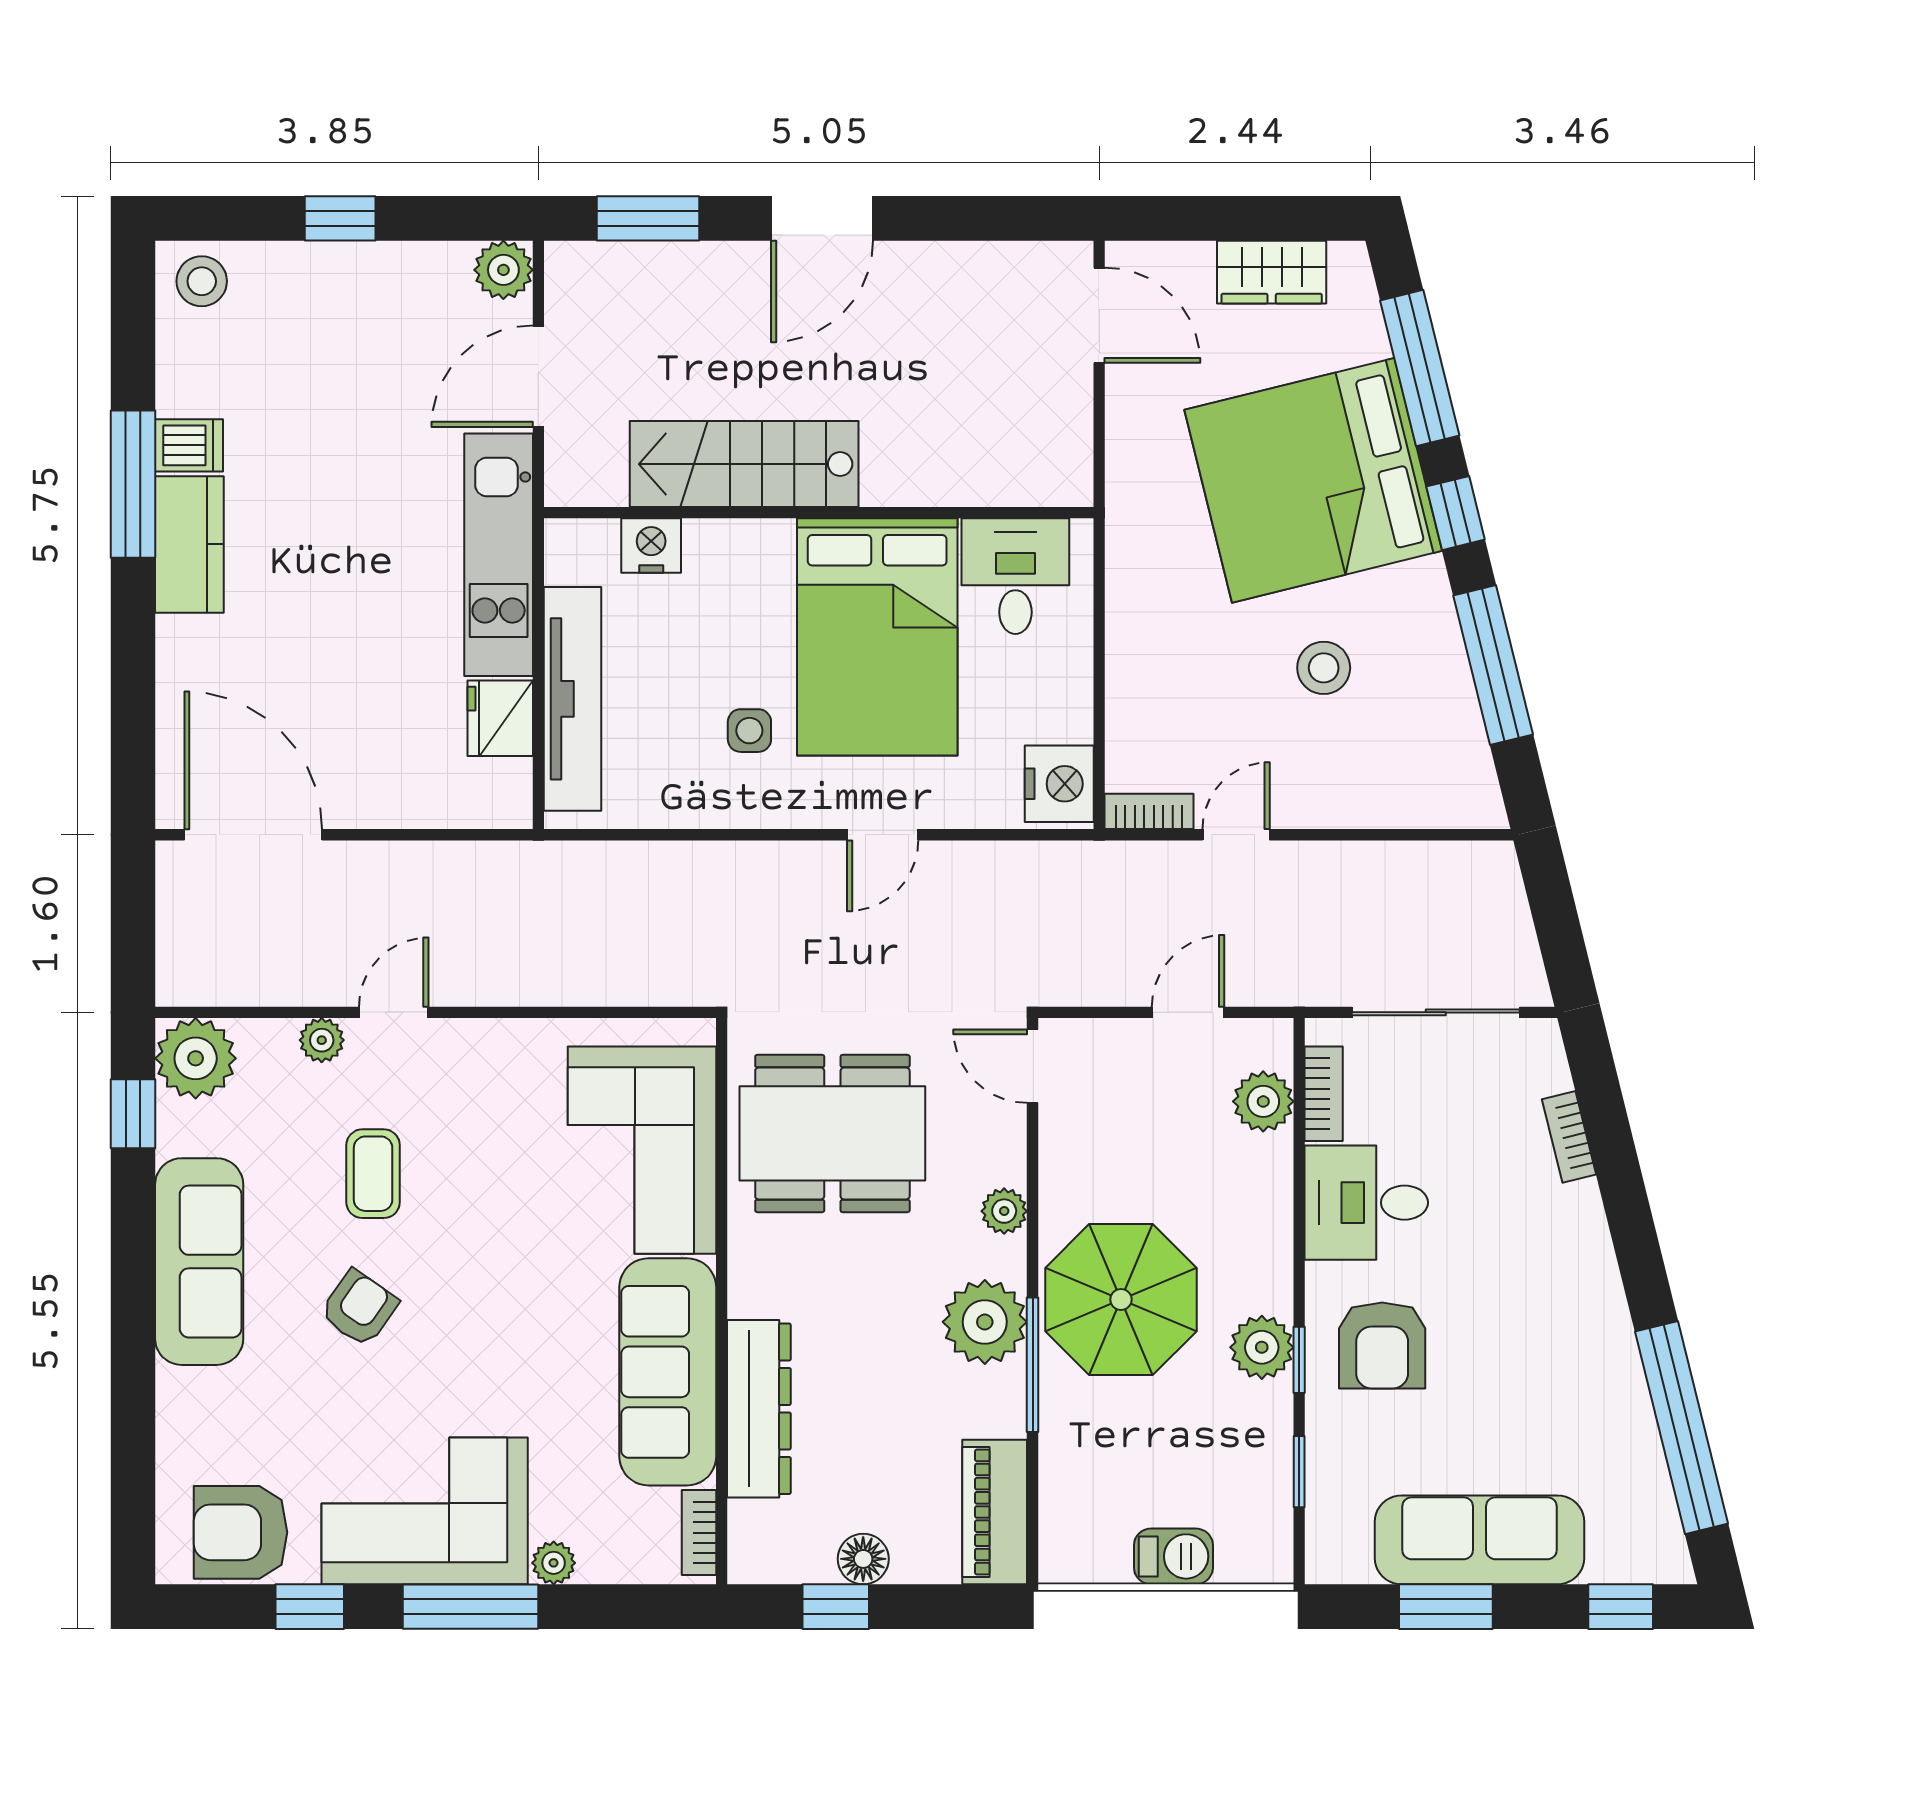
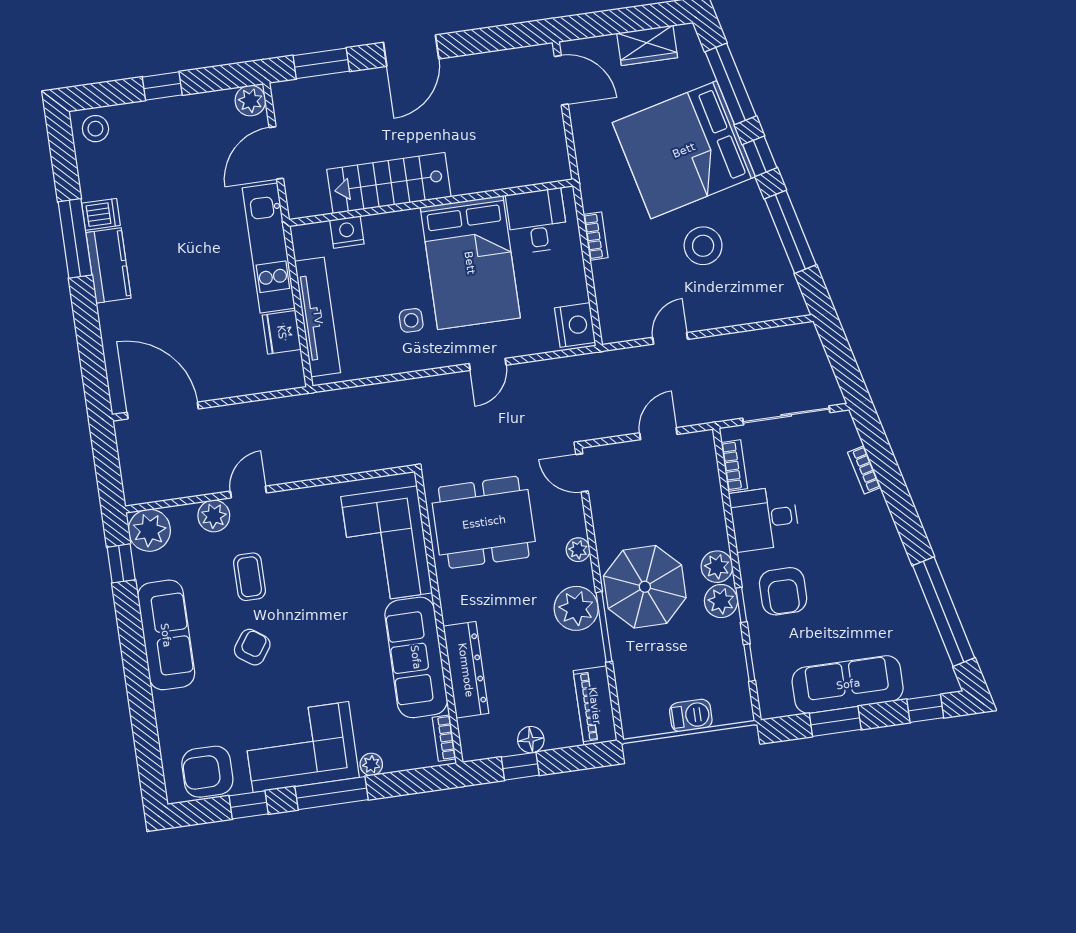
stool: (1324, 668) -> (703, 246), width x1.38, depth x1.38
bookcase: (1149, 811) -> (596, 236), moved, turned 90
plant: (322, 1040) -> (214, 516), width x1.38, depth x1.38
plant: (1263, 1101) -> (717, 567), moved

